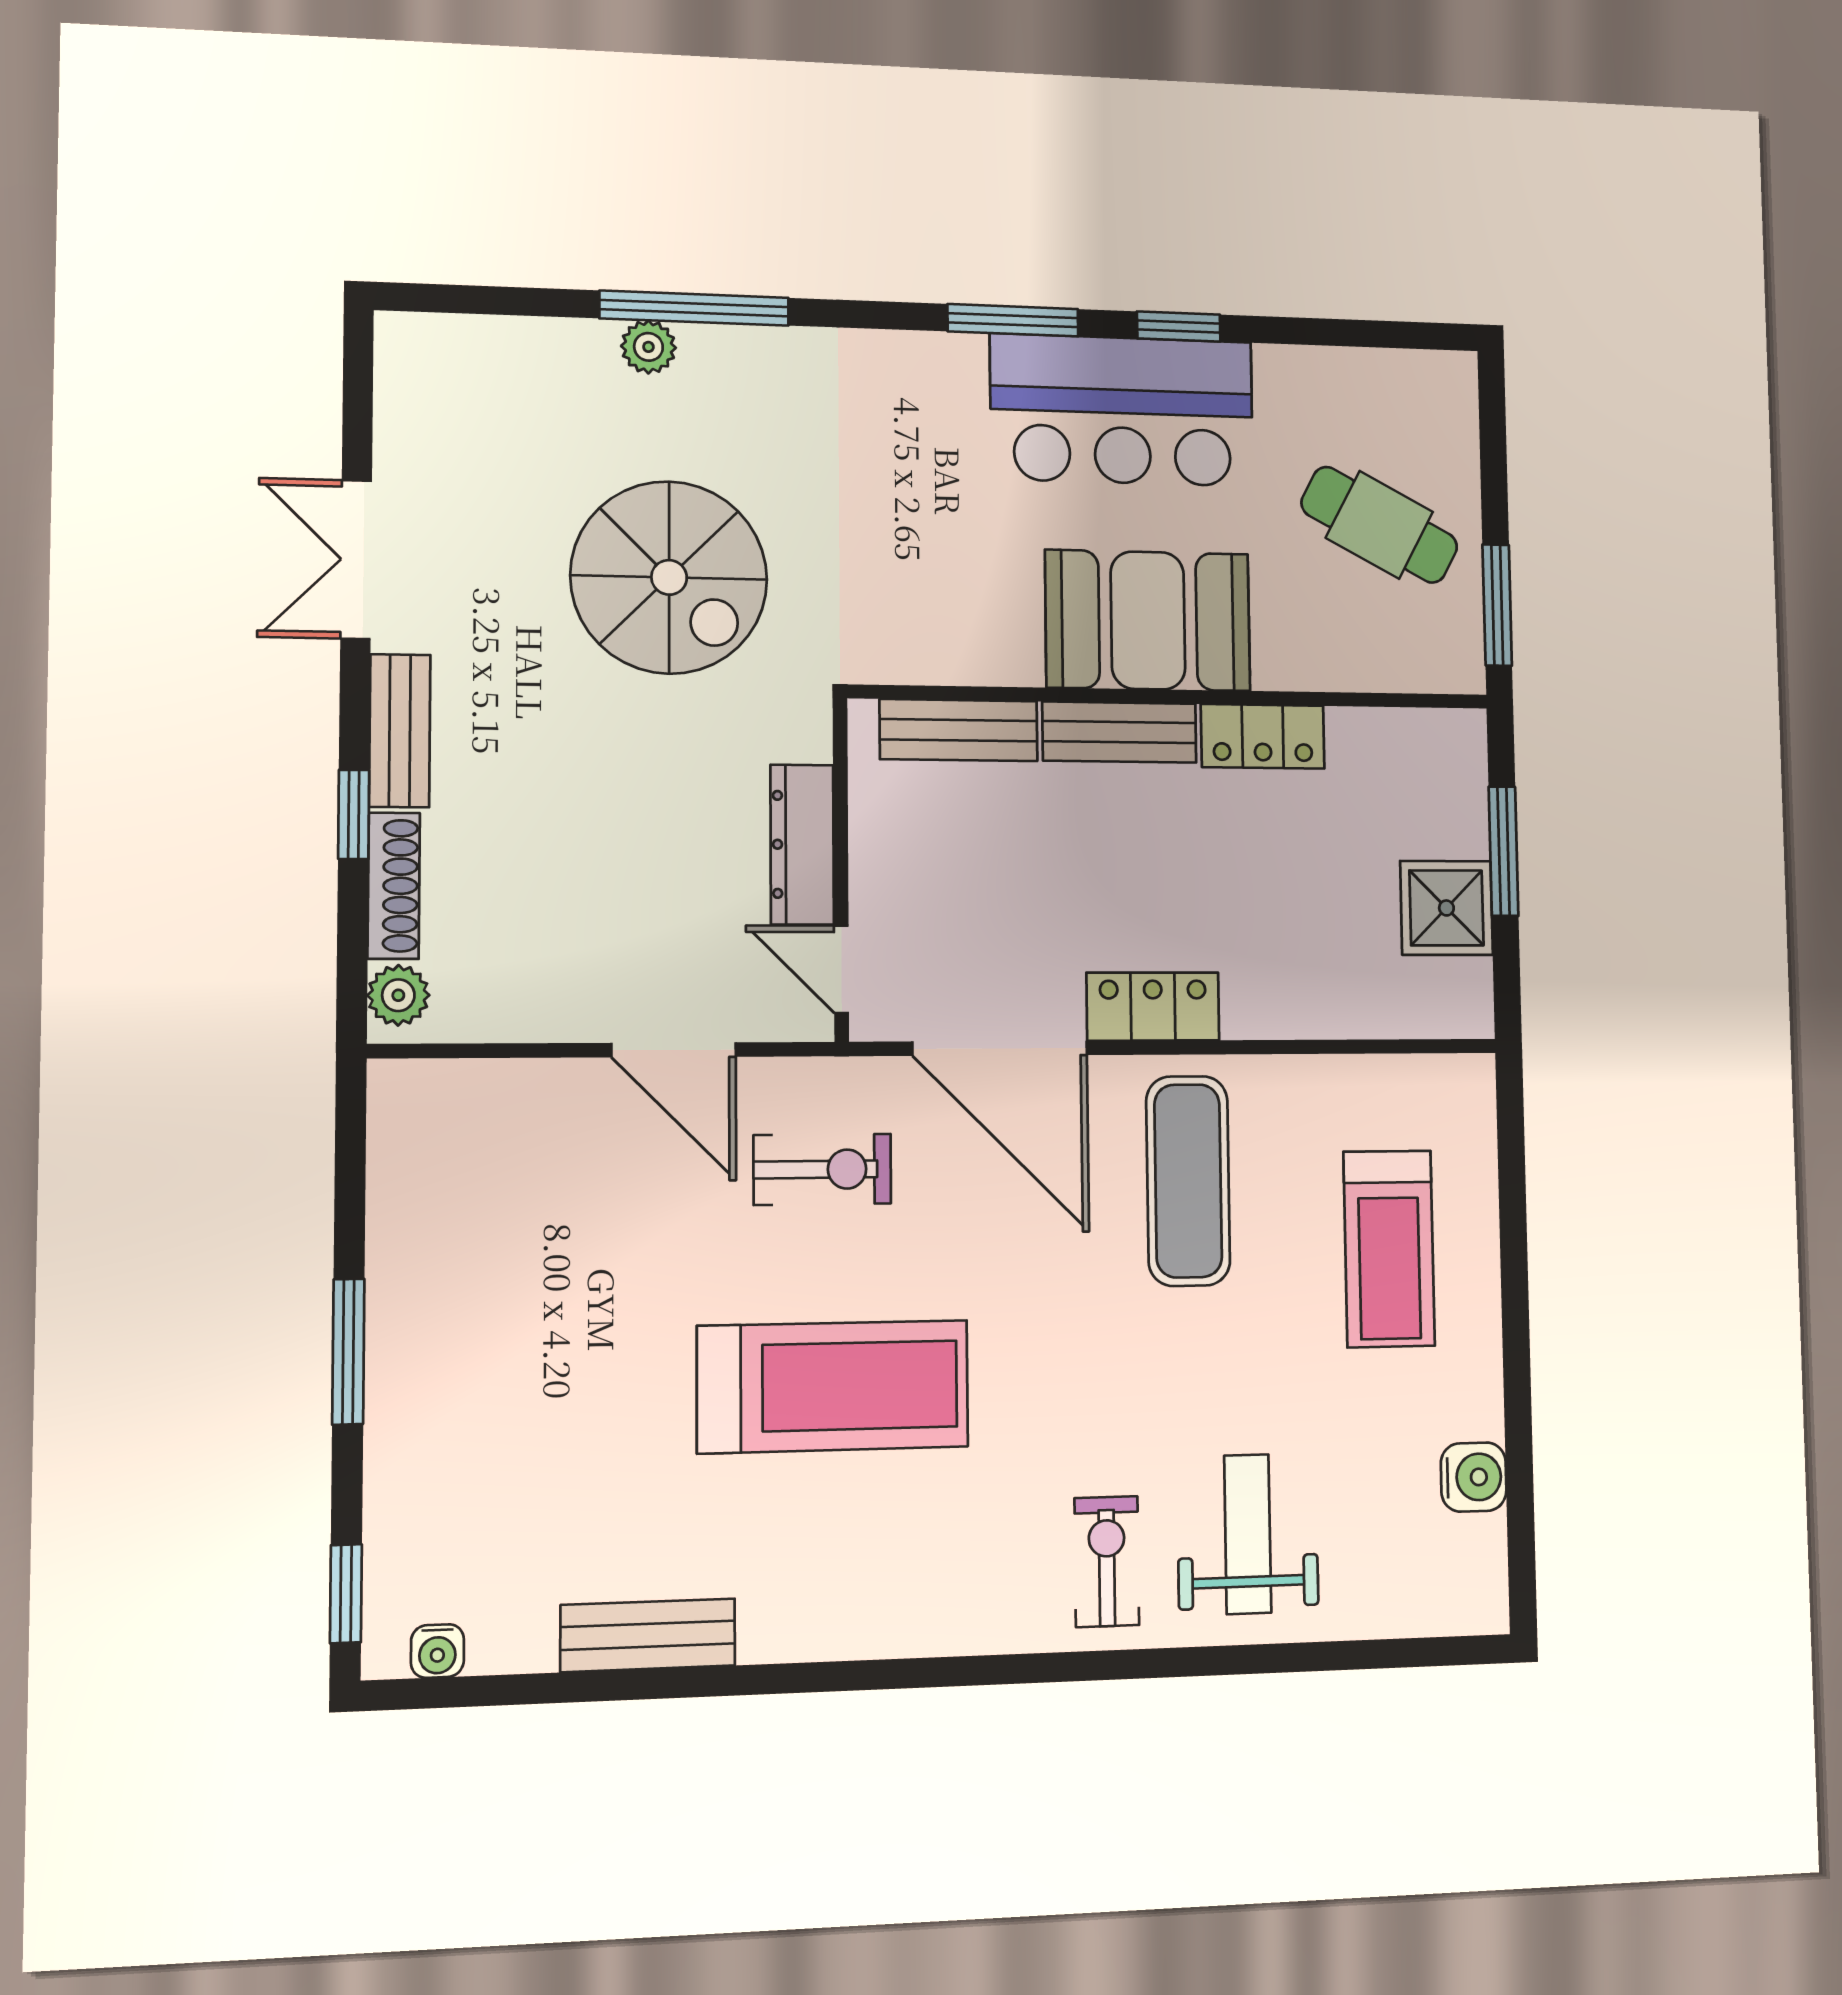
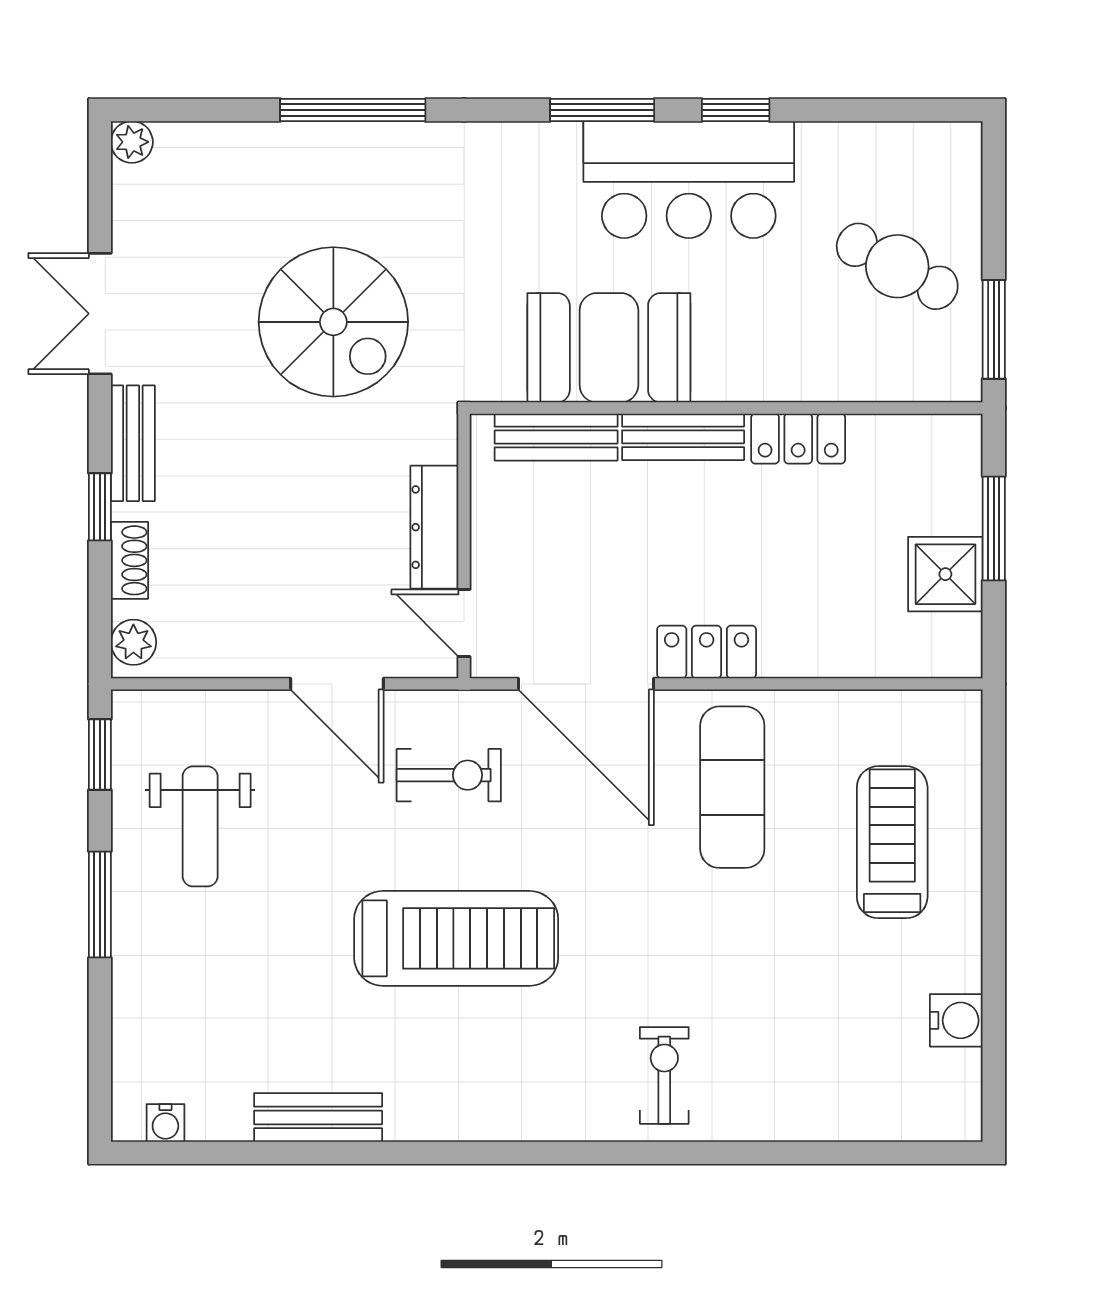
plant: (648, 347) -> (132, 142), moved
booth: (1148, 620) -> (609, 348), moved
shoe rack: (394, 886) -> (129, 560), width x0.70
treadmill: (1389, 1249) -> (892, 842), turned 180
weight bench: (1248, 1534) -> (200, 826), moved, turned 180
window: (346, 1594) -> (100, 755), moved

